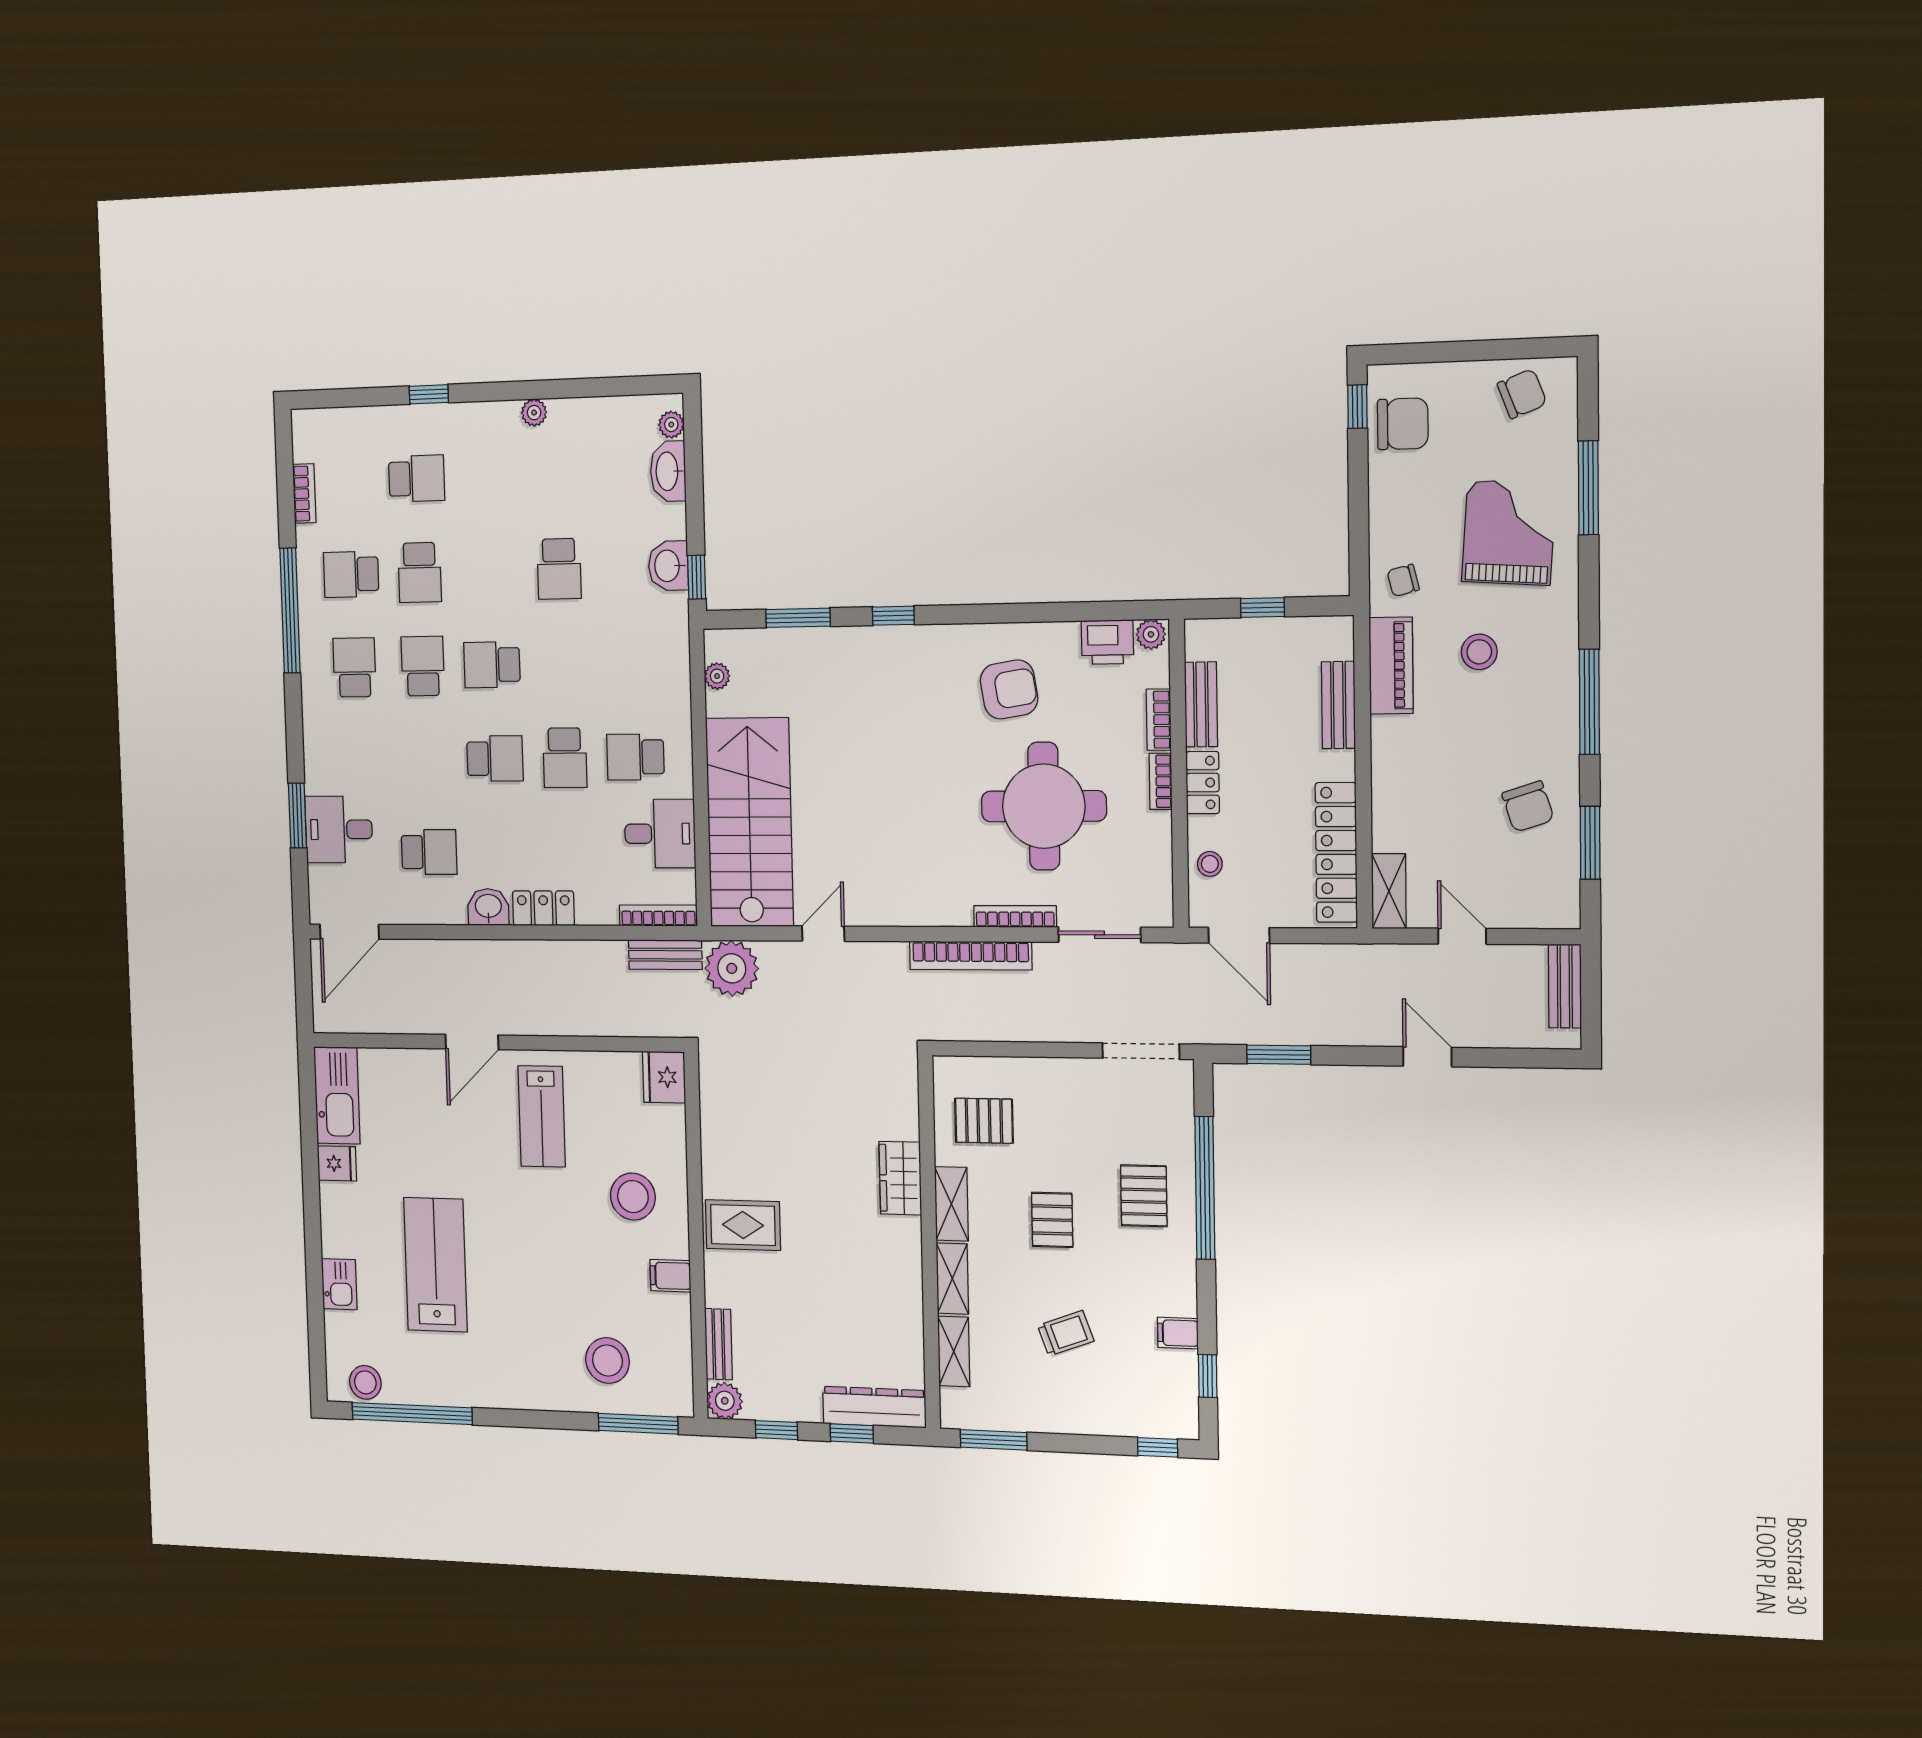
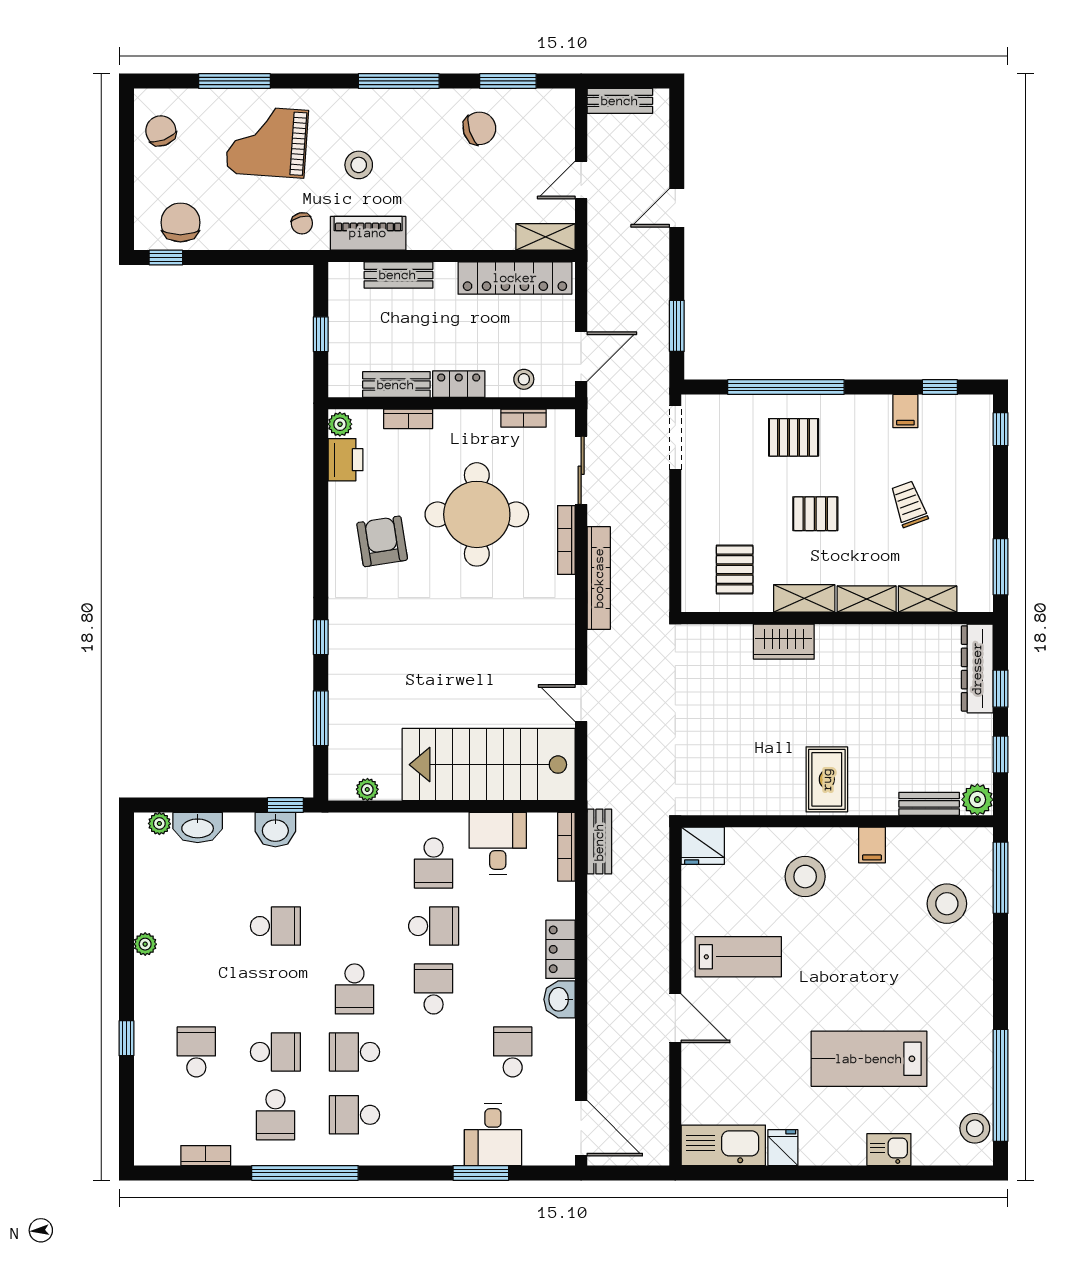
bookcase: (1161, 781) -> (523, 418), moved
plant: (732, 968) -> (611, 783), removed

